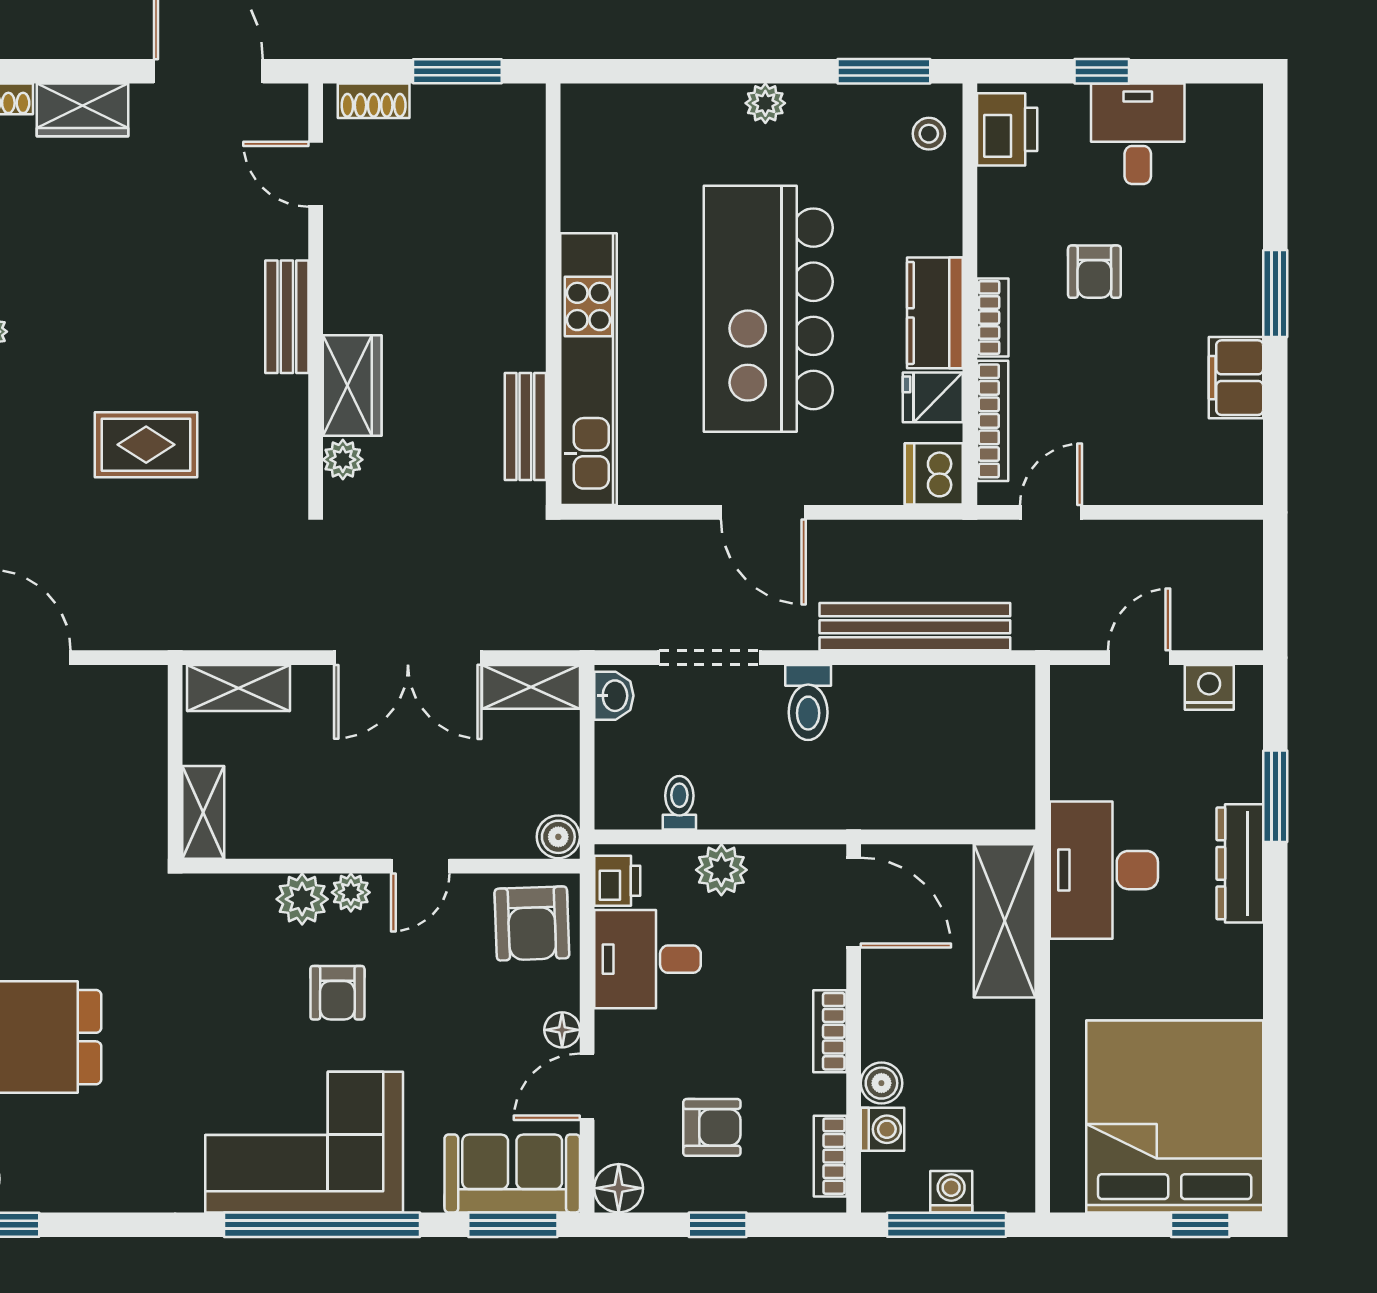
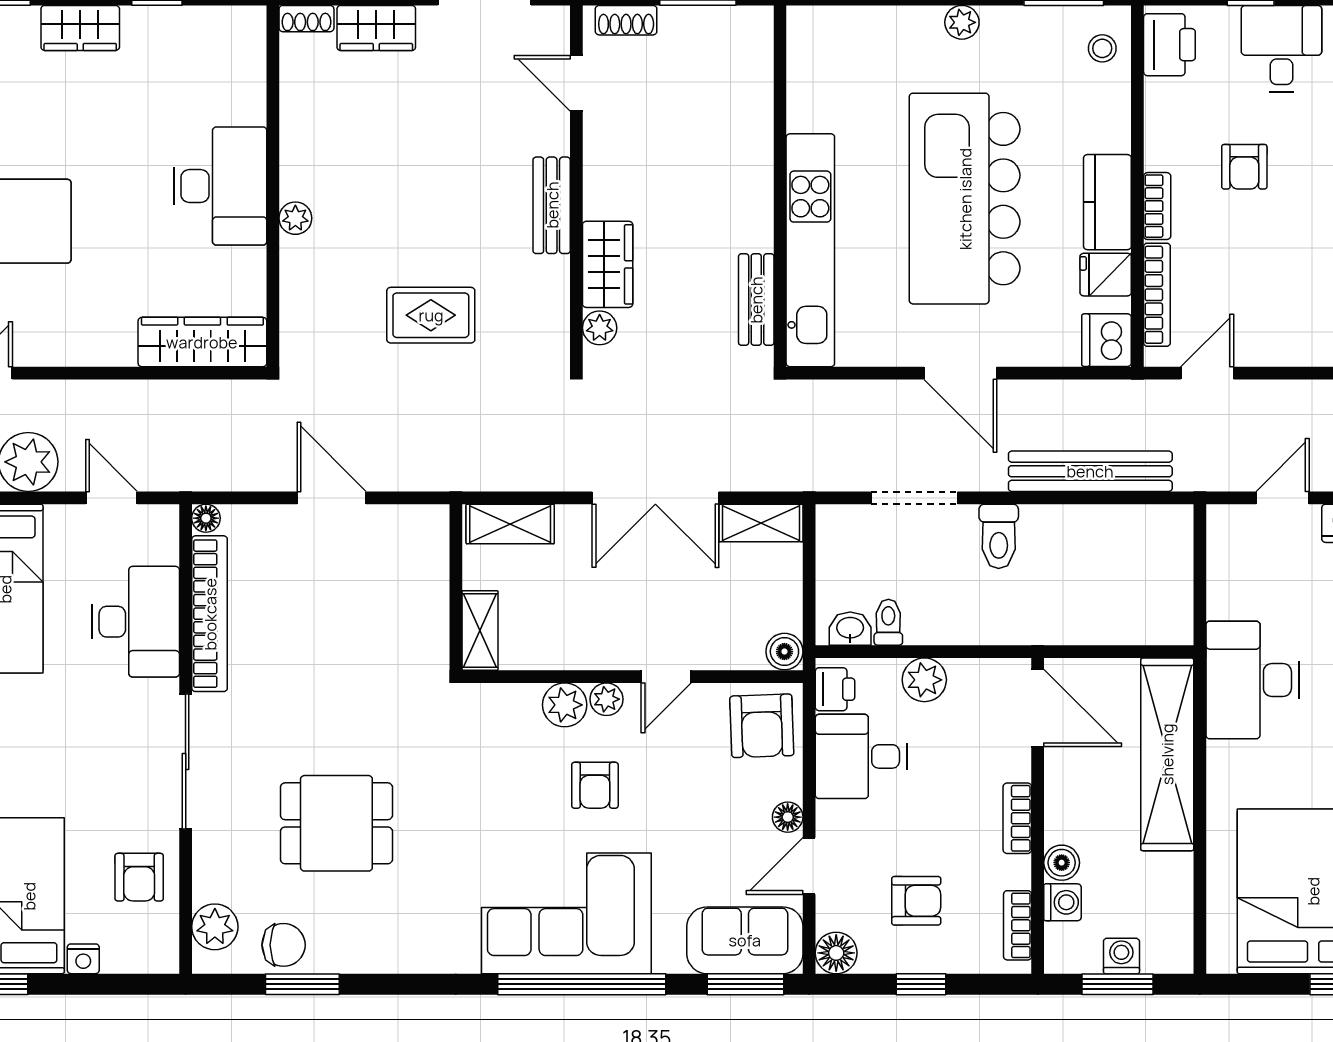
washbasin: (614, 696) -> (850, 629), moved, turned -90
shelving: (1005, 921) -> (1167, 754), width x1.47
window: (947, 1225) -> (1117, 984), width x0.69

